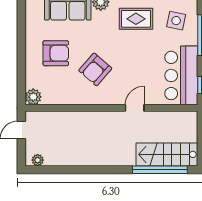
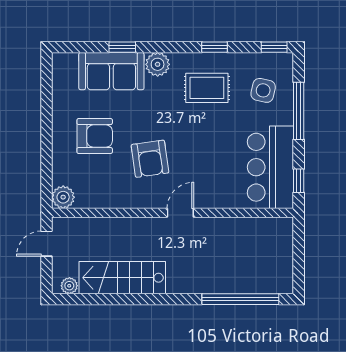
armchair: (95, 69) -> (150, 159), turned -49
door: (135, 108) -> (180, 213), moved
stairs: (167, 154) -> (122, 278), moved

